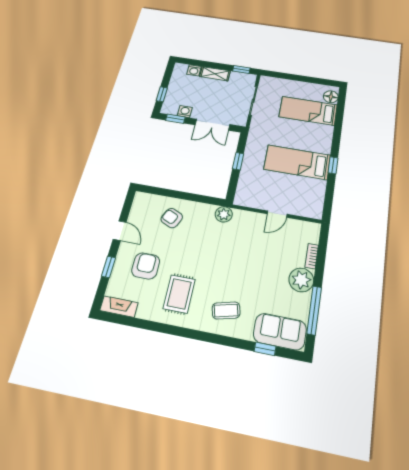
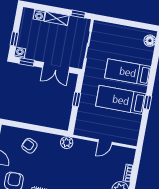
bed: (308, 111) -> (128, 72), moved
washing machine: (185, 112) -> (20, 53), moved

